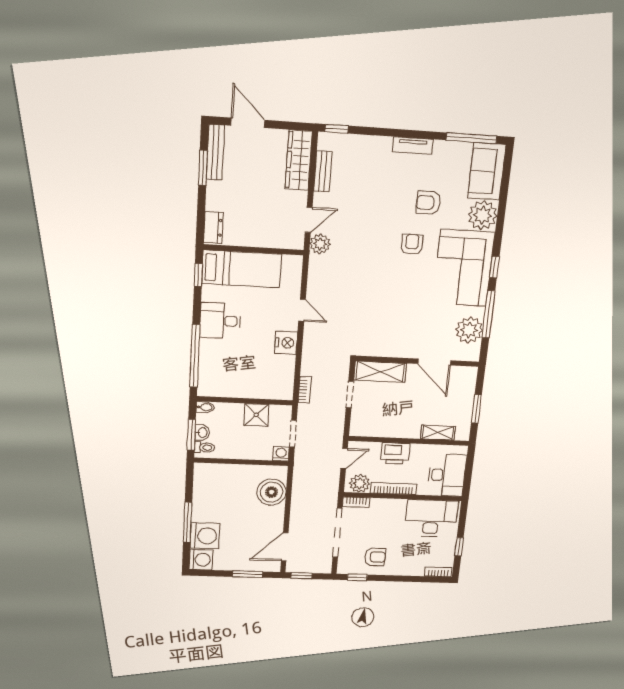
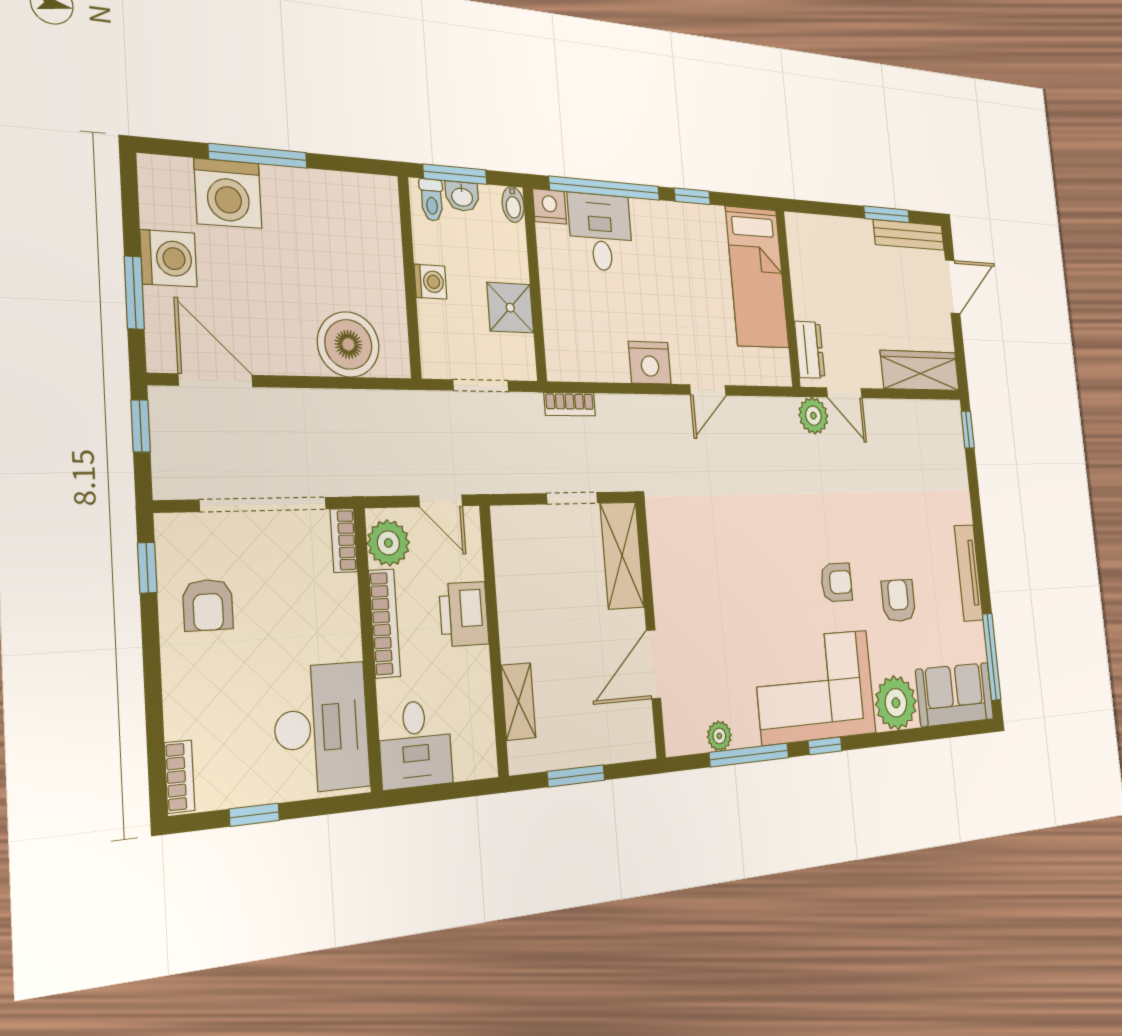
tv unit: (413, 146) -> (969, 573), width x1.41
bench: (323, 171) -> (912, 412), removed
dresser: (213, 227) -> (810, 350), moved, turned -90
window: (198, 275) -> (692, 196), moved
desk: (220, 321) -> (601, 232), moved
plant: (469, 330) -> (719, 736), width x0.53, depth x0.53
nightstand: (206, 388) -> (550, 206), added
washing machine: (281, 454) -> (430, 282), moved
desk: (447, 475) -> (415, 744), width x0.73
washing machine: (201, 560) -> (169, 258), moved, turned -90

